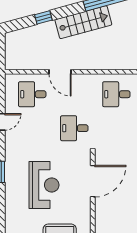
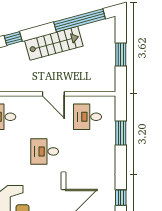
door: (60, 72) -> (53, 94), moved

